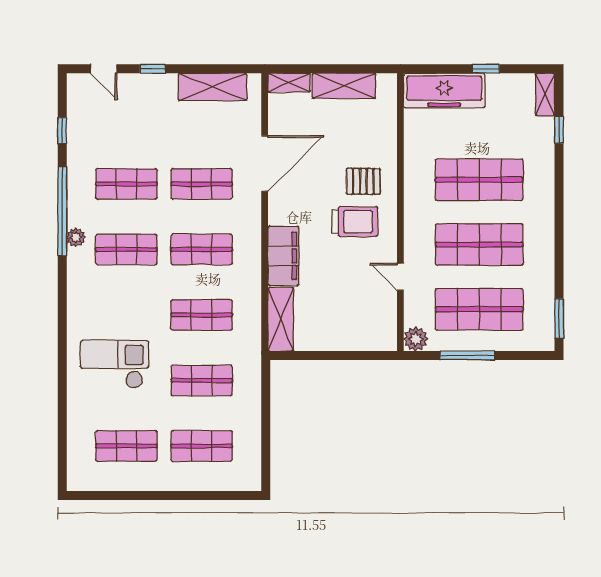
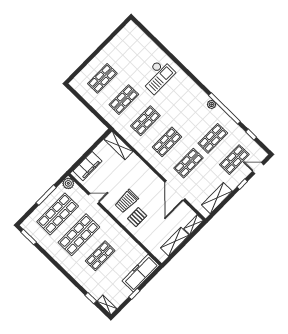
shop shelf: (479, 180) -> (100, 256), width x0.70, depth x0.74
shop shelf: (126, 249) -> (234, 160), moved
filing cabinet: (283, 256) -> (87, 166), moved, turned -90
shop shelf: (126, 446) -> (127, 54), removed

